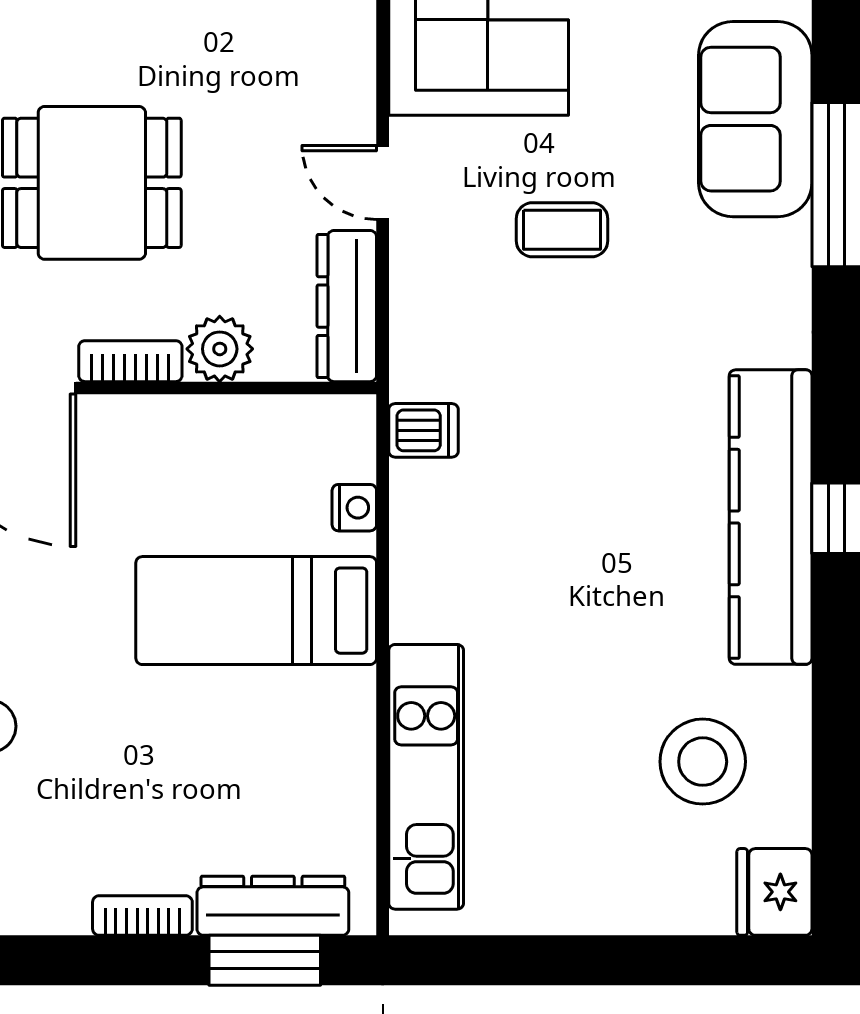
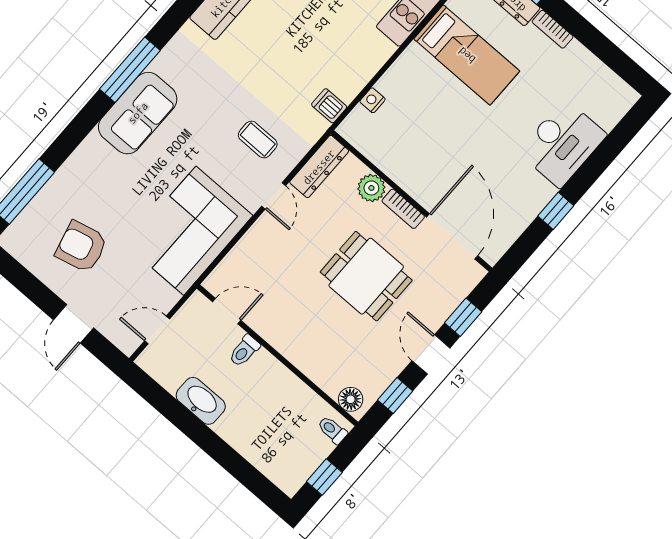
coffee table: (562, 230) -> (258, 140), moved
bed: (256, 611) -> (467, 55), moved

